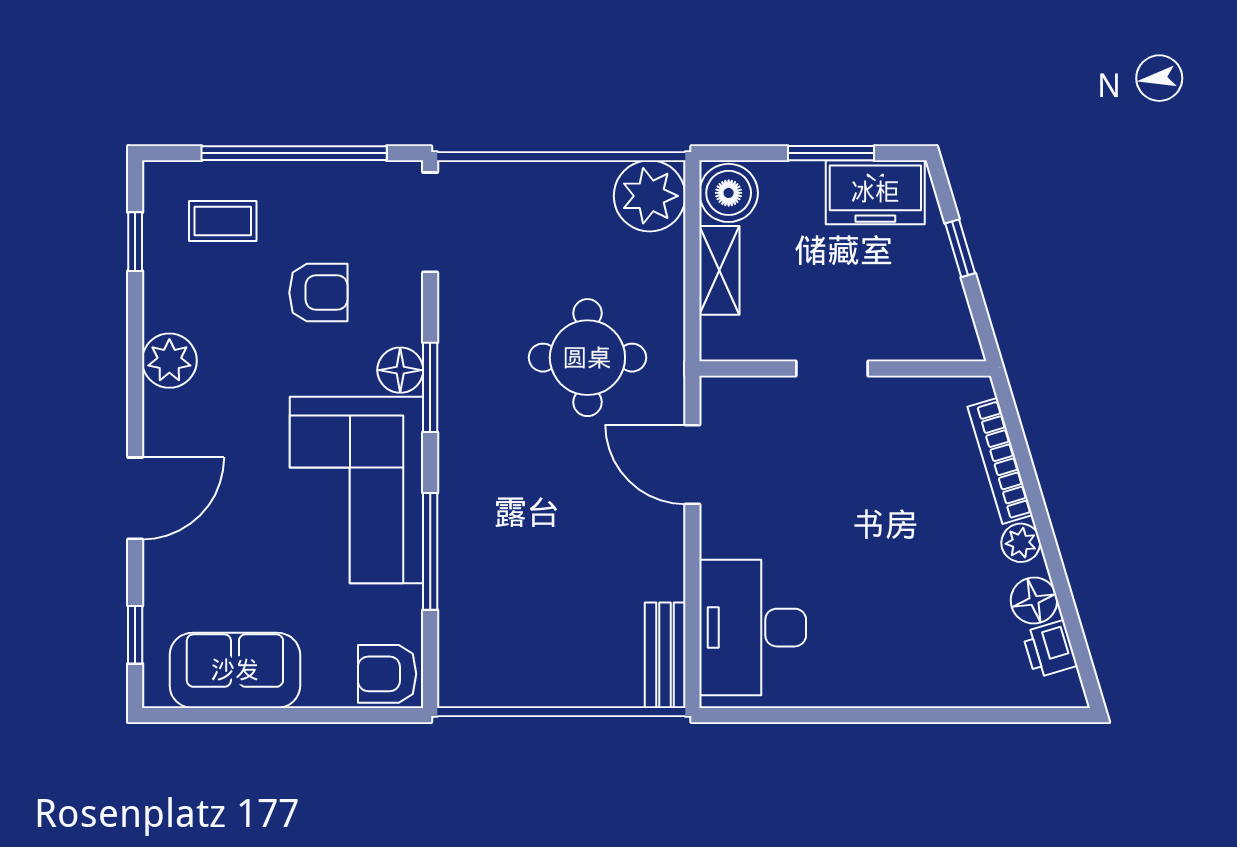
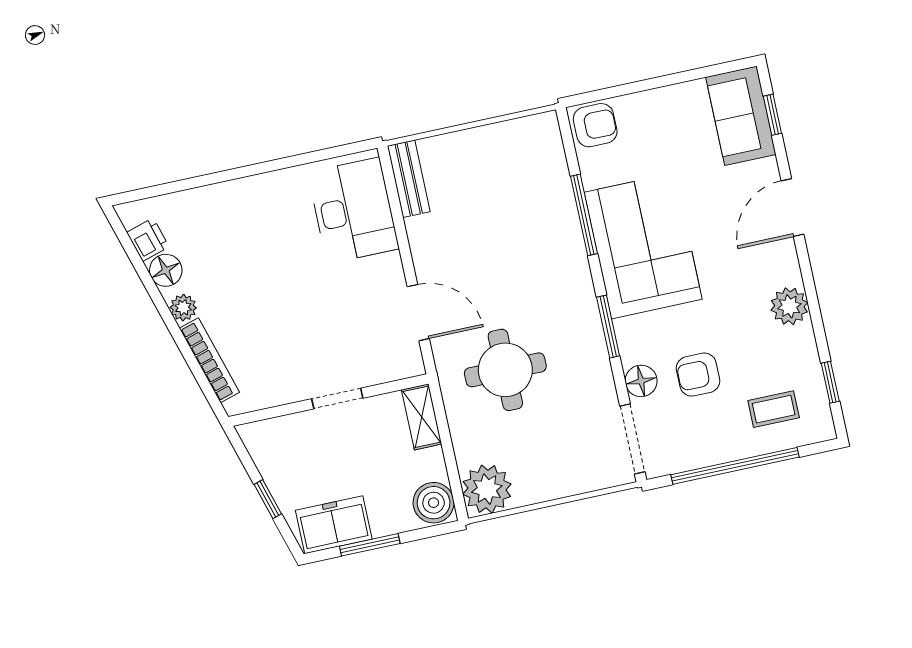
shelving: (719, 270) -> (422, 417), moved
floor lamp: (400, 370) -> (641, 381), moved
sofa: (235, 670) -> (741, 116), moved, turned 90

